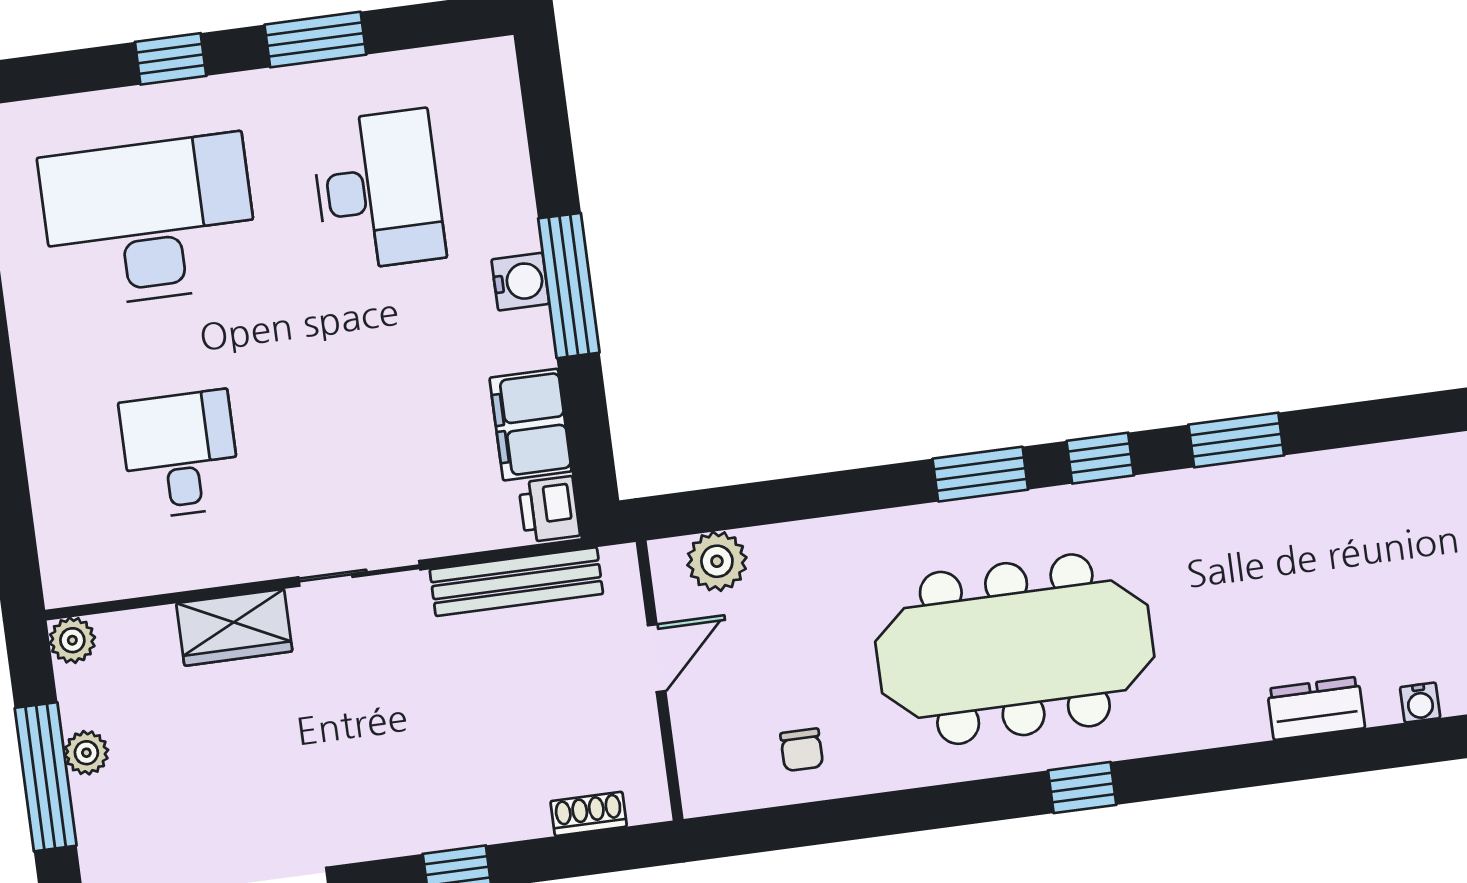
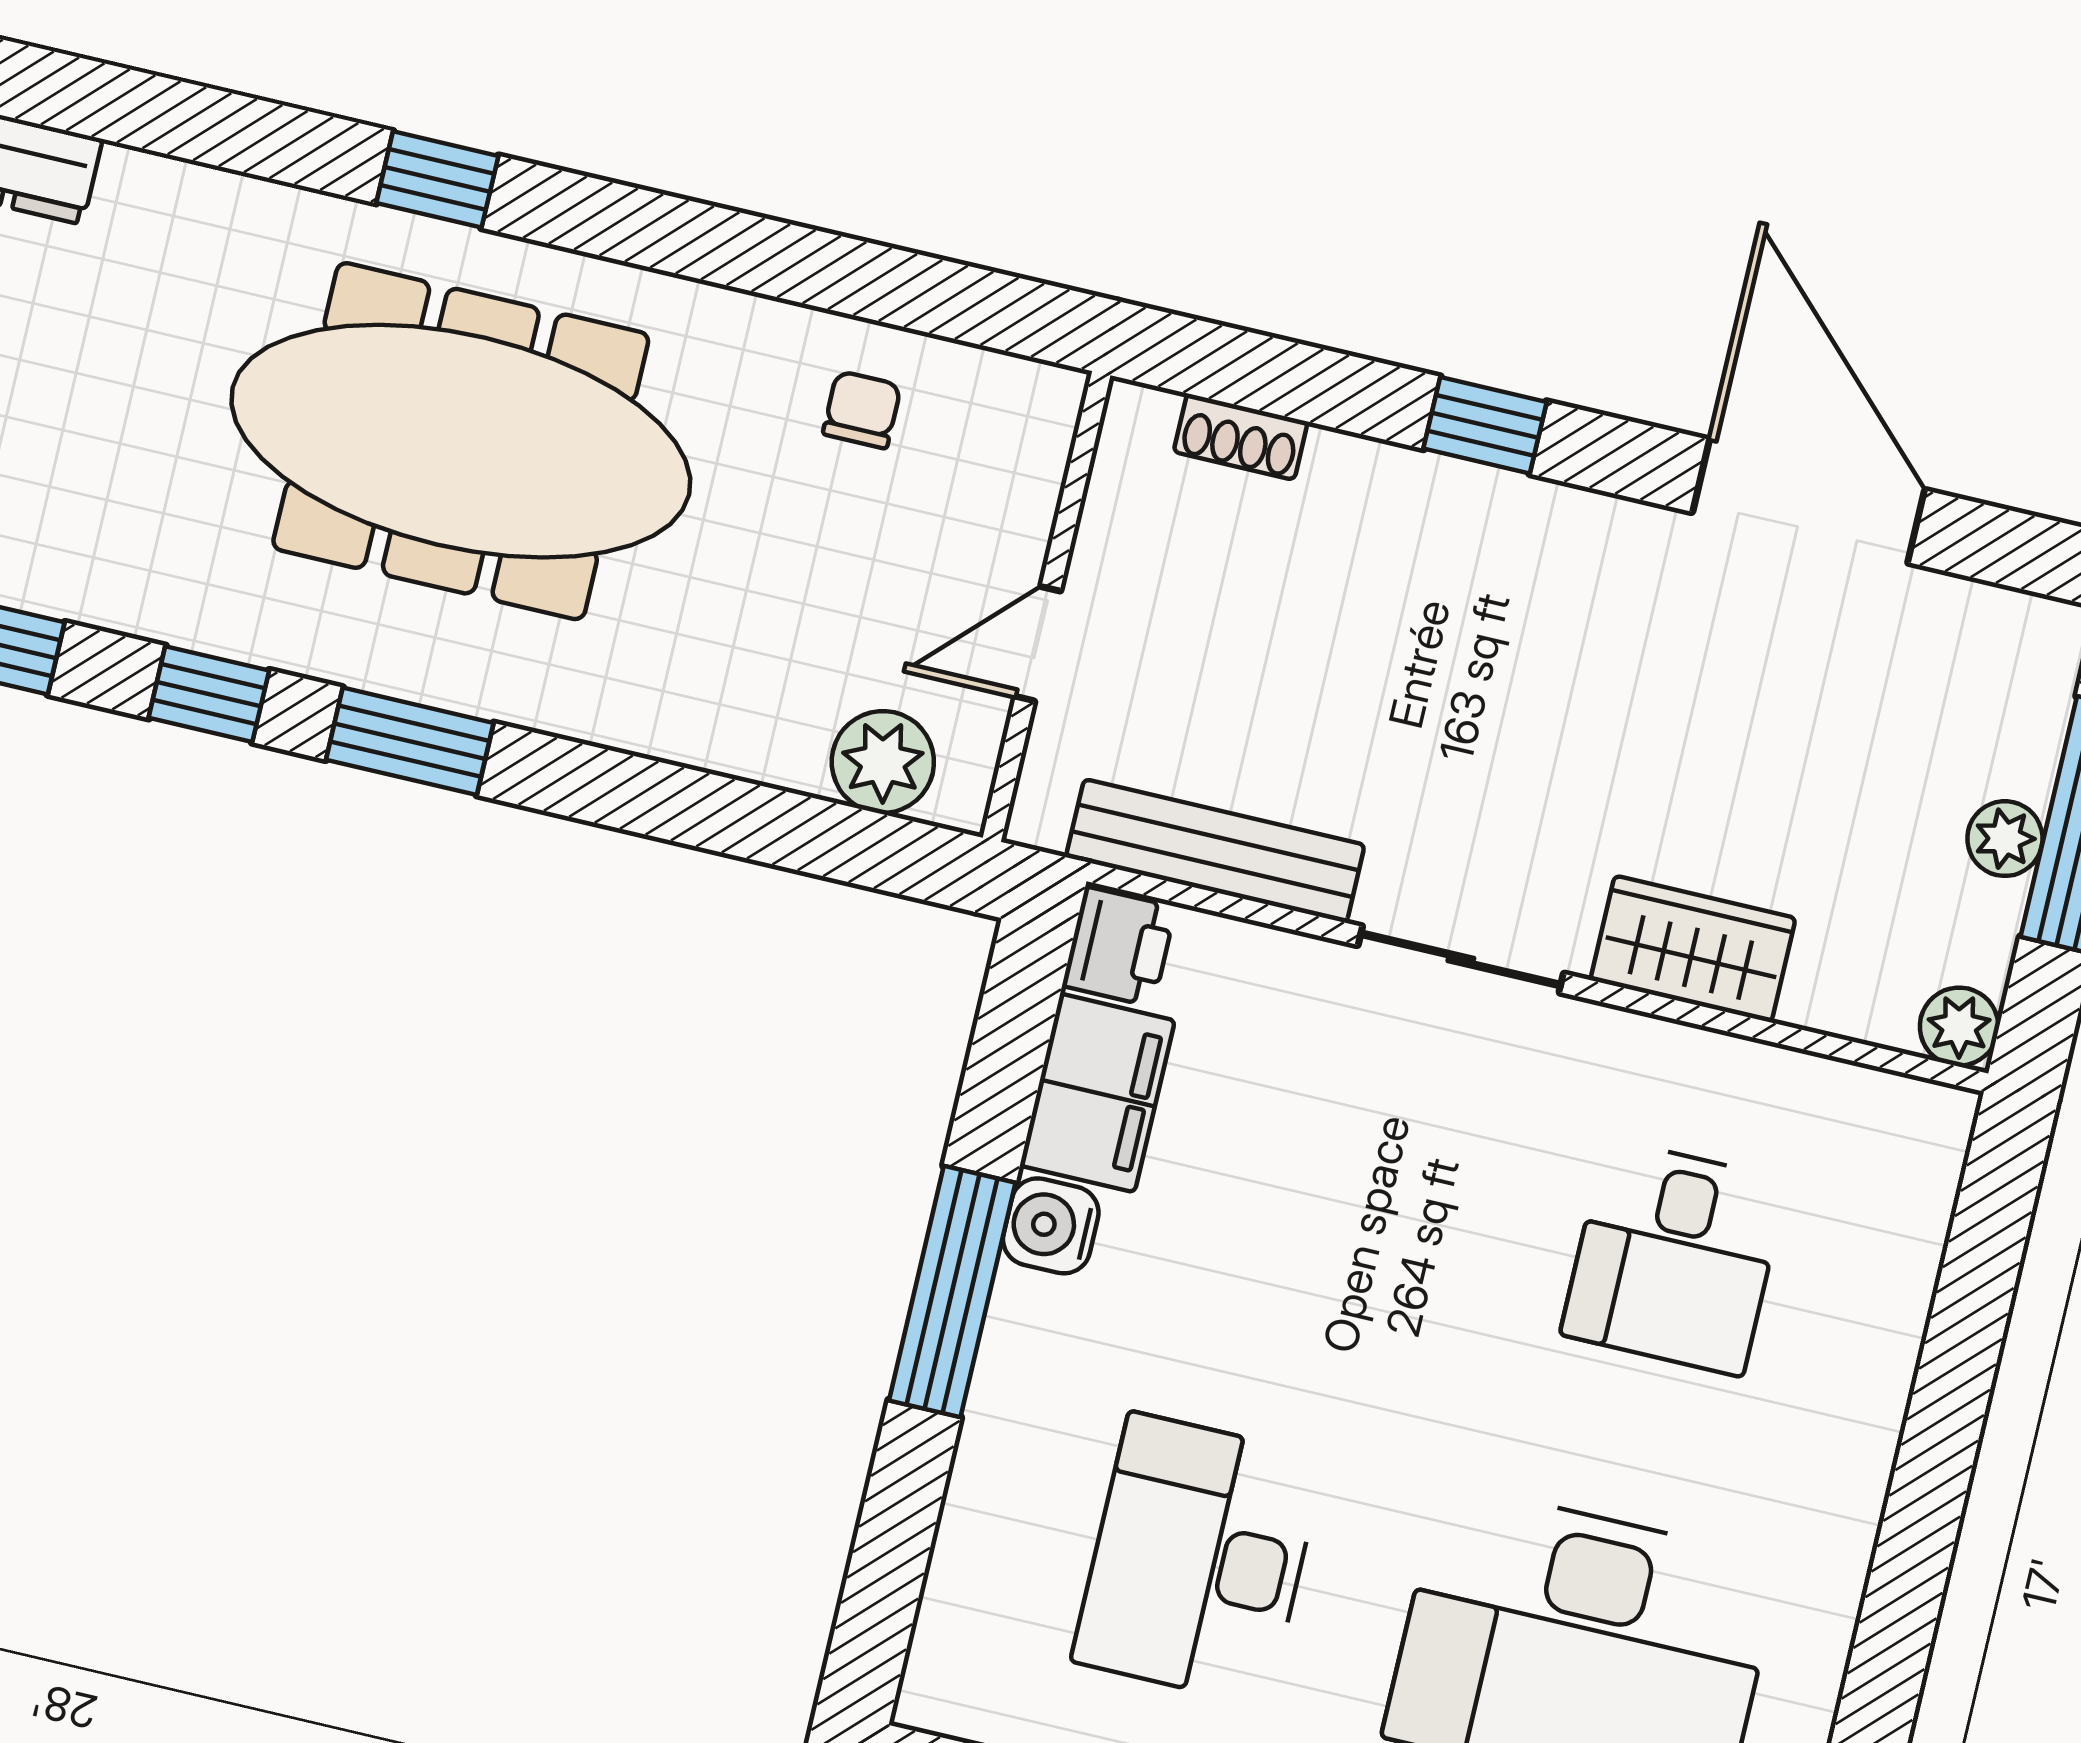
water cooler: (520, 282) -> (1051, 1226), moved

